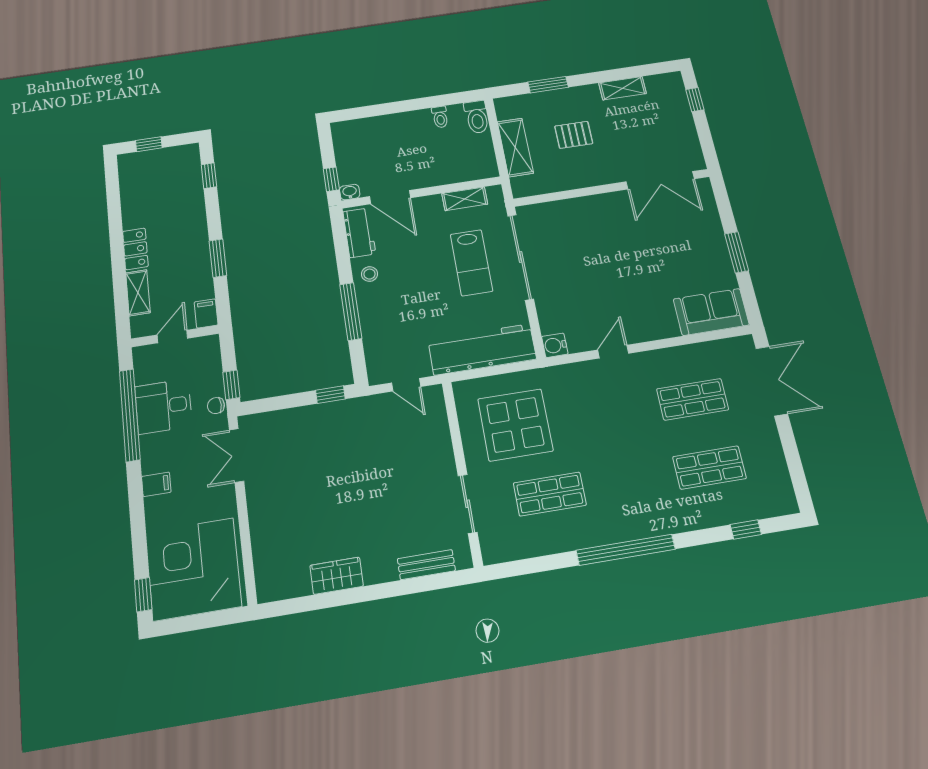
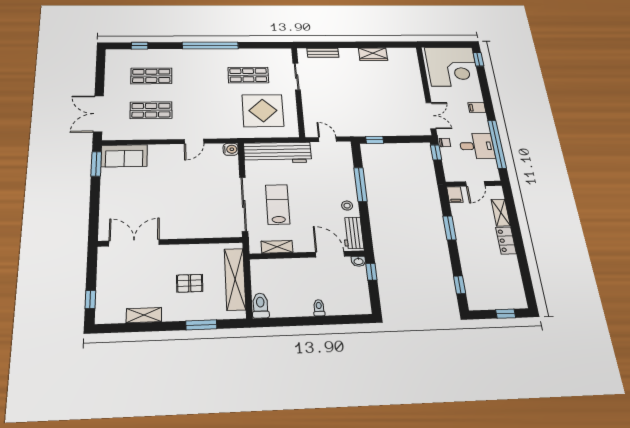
toilet: (440, 117) -> (319, 308), moved
shelving: (515, 147) -> (235, 279), width x1.47
window: (737, 252) -> (96, 164), moved

